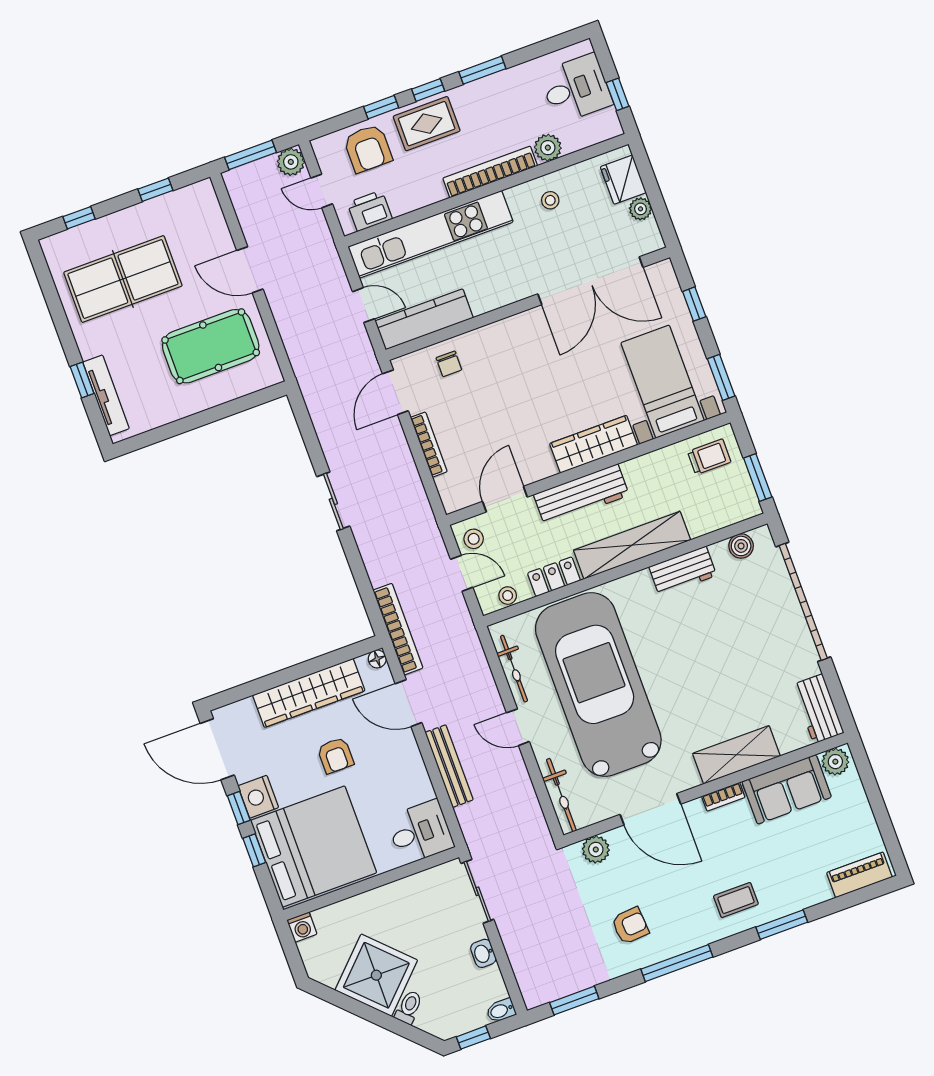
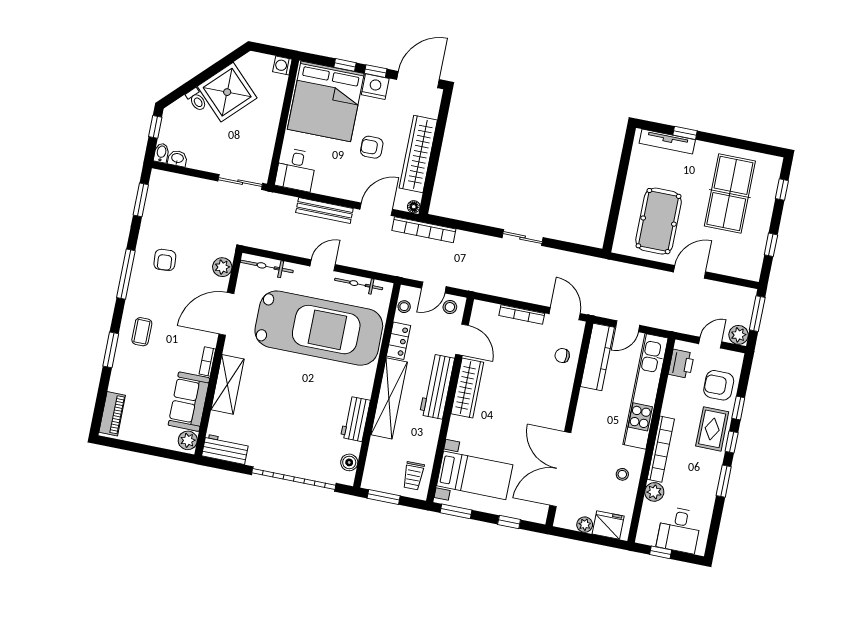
wardrobe: (593, 444) -> (467, 388), moved
washbasin: (483, 953) -> (177, 158), moved

